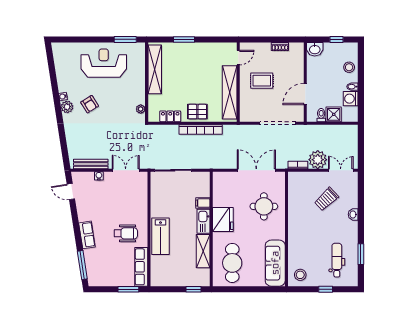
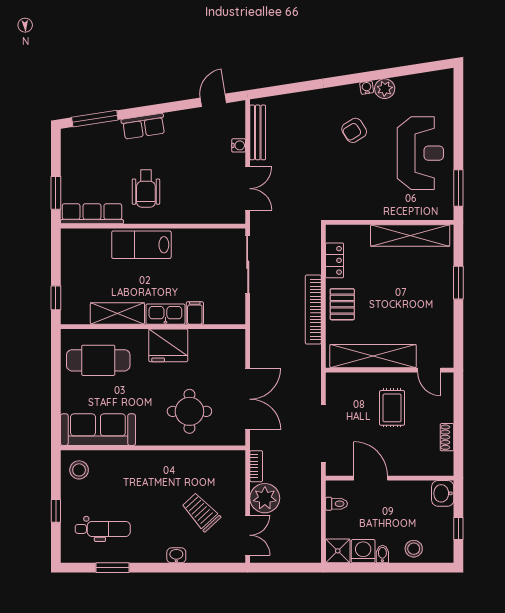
plant: (67, 107) -> (385, 89), moved
plant: (141, 109) -> (346, 213), removed
shower: (334, 114) -> (338, 551), moved

